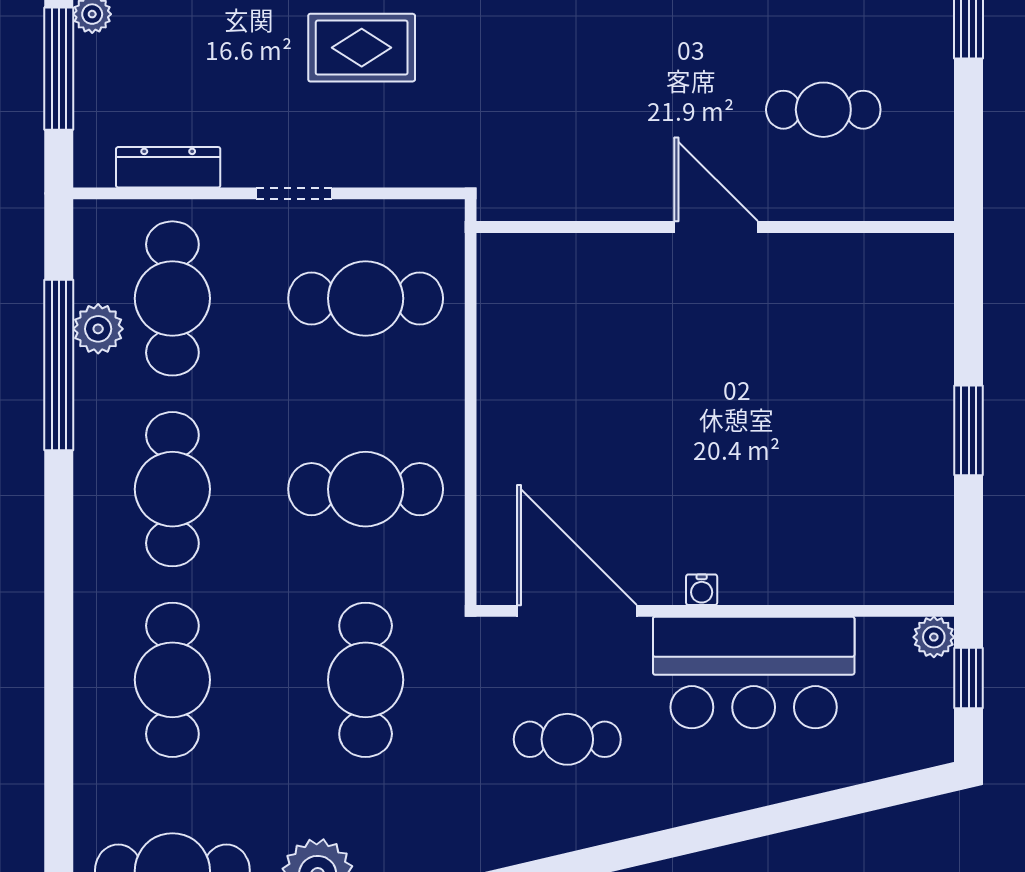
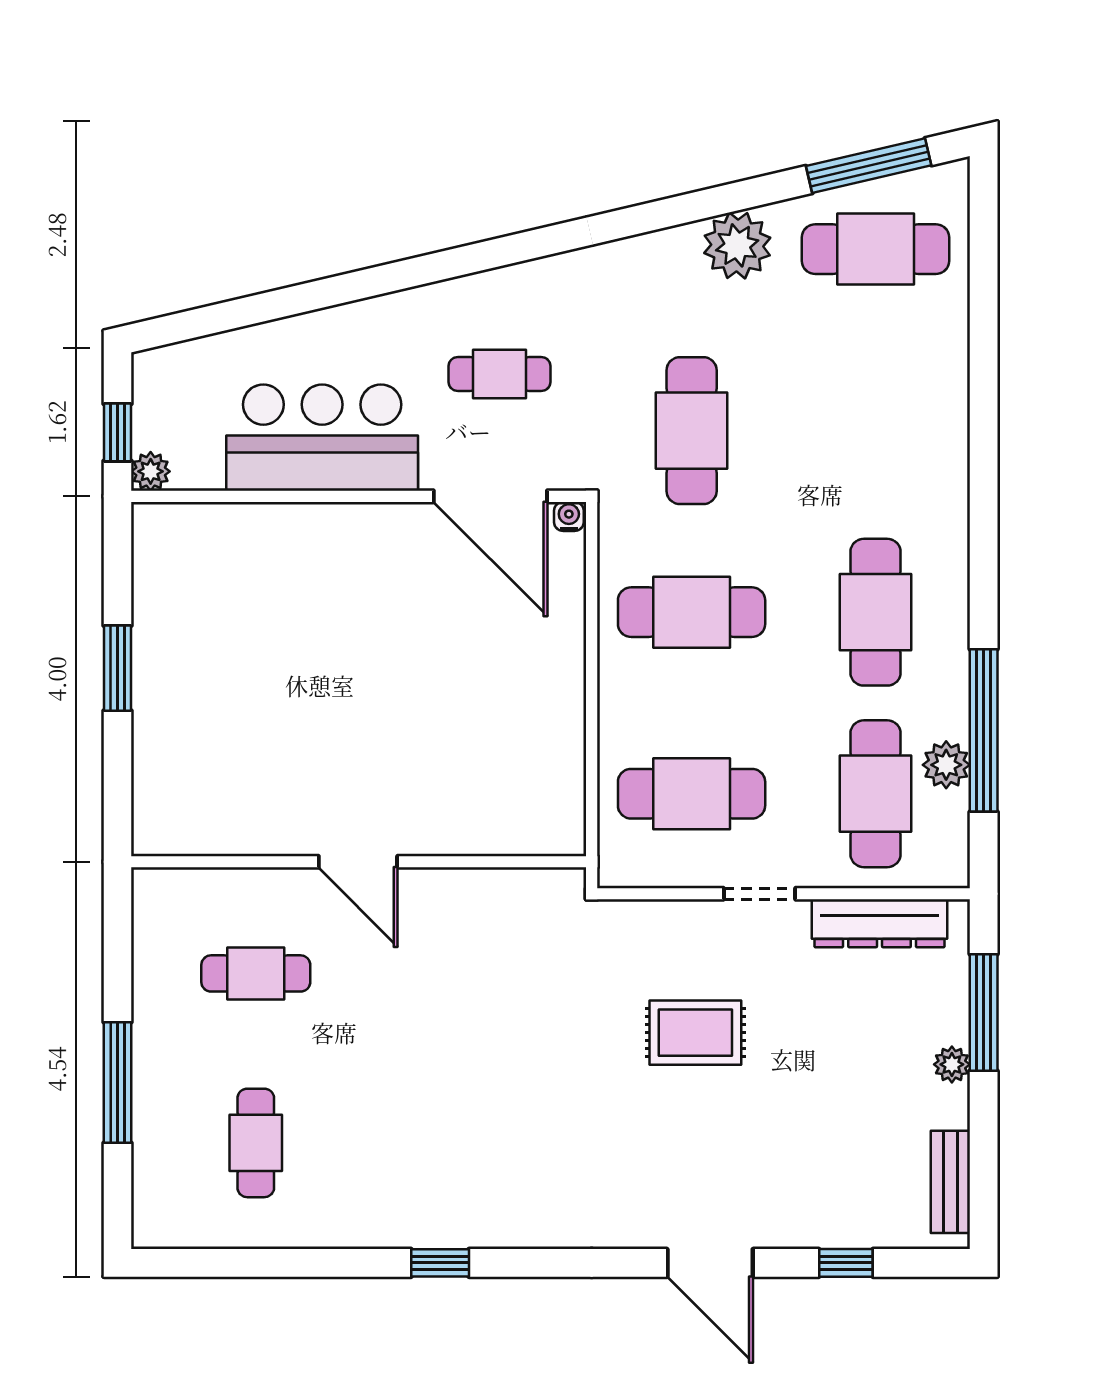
dresser: (168, 167) -> (880, 923), width x1.37, depth x1.24
water cooler: (702, 590) -> (569, 516), moved
cafe table: (172, 680) -> (876, 431), removed

